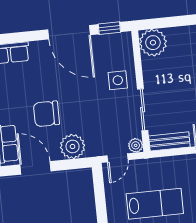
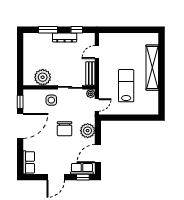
plant: (153, 43) -> (43, 77), moved
chair: (46, 114) -> (65, 129), moved
door: (117, 158) -> (97, 105), hinge flipped

